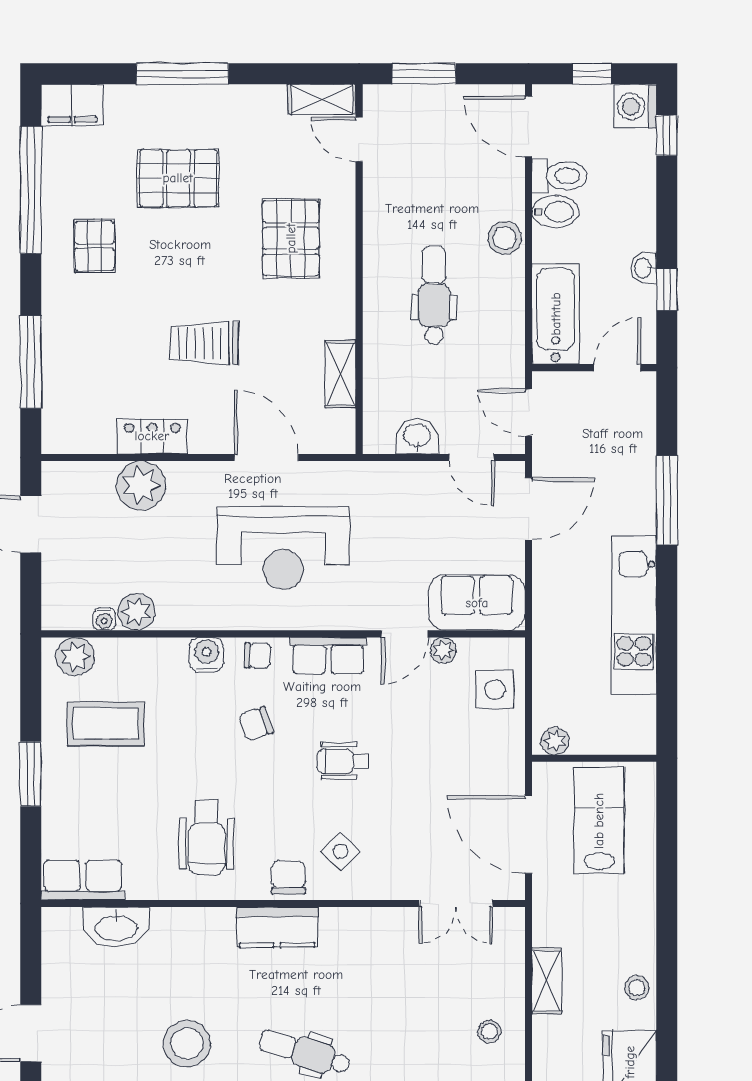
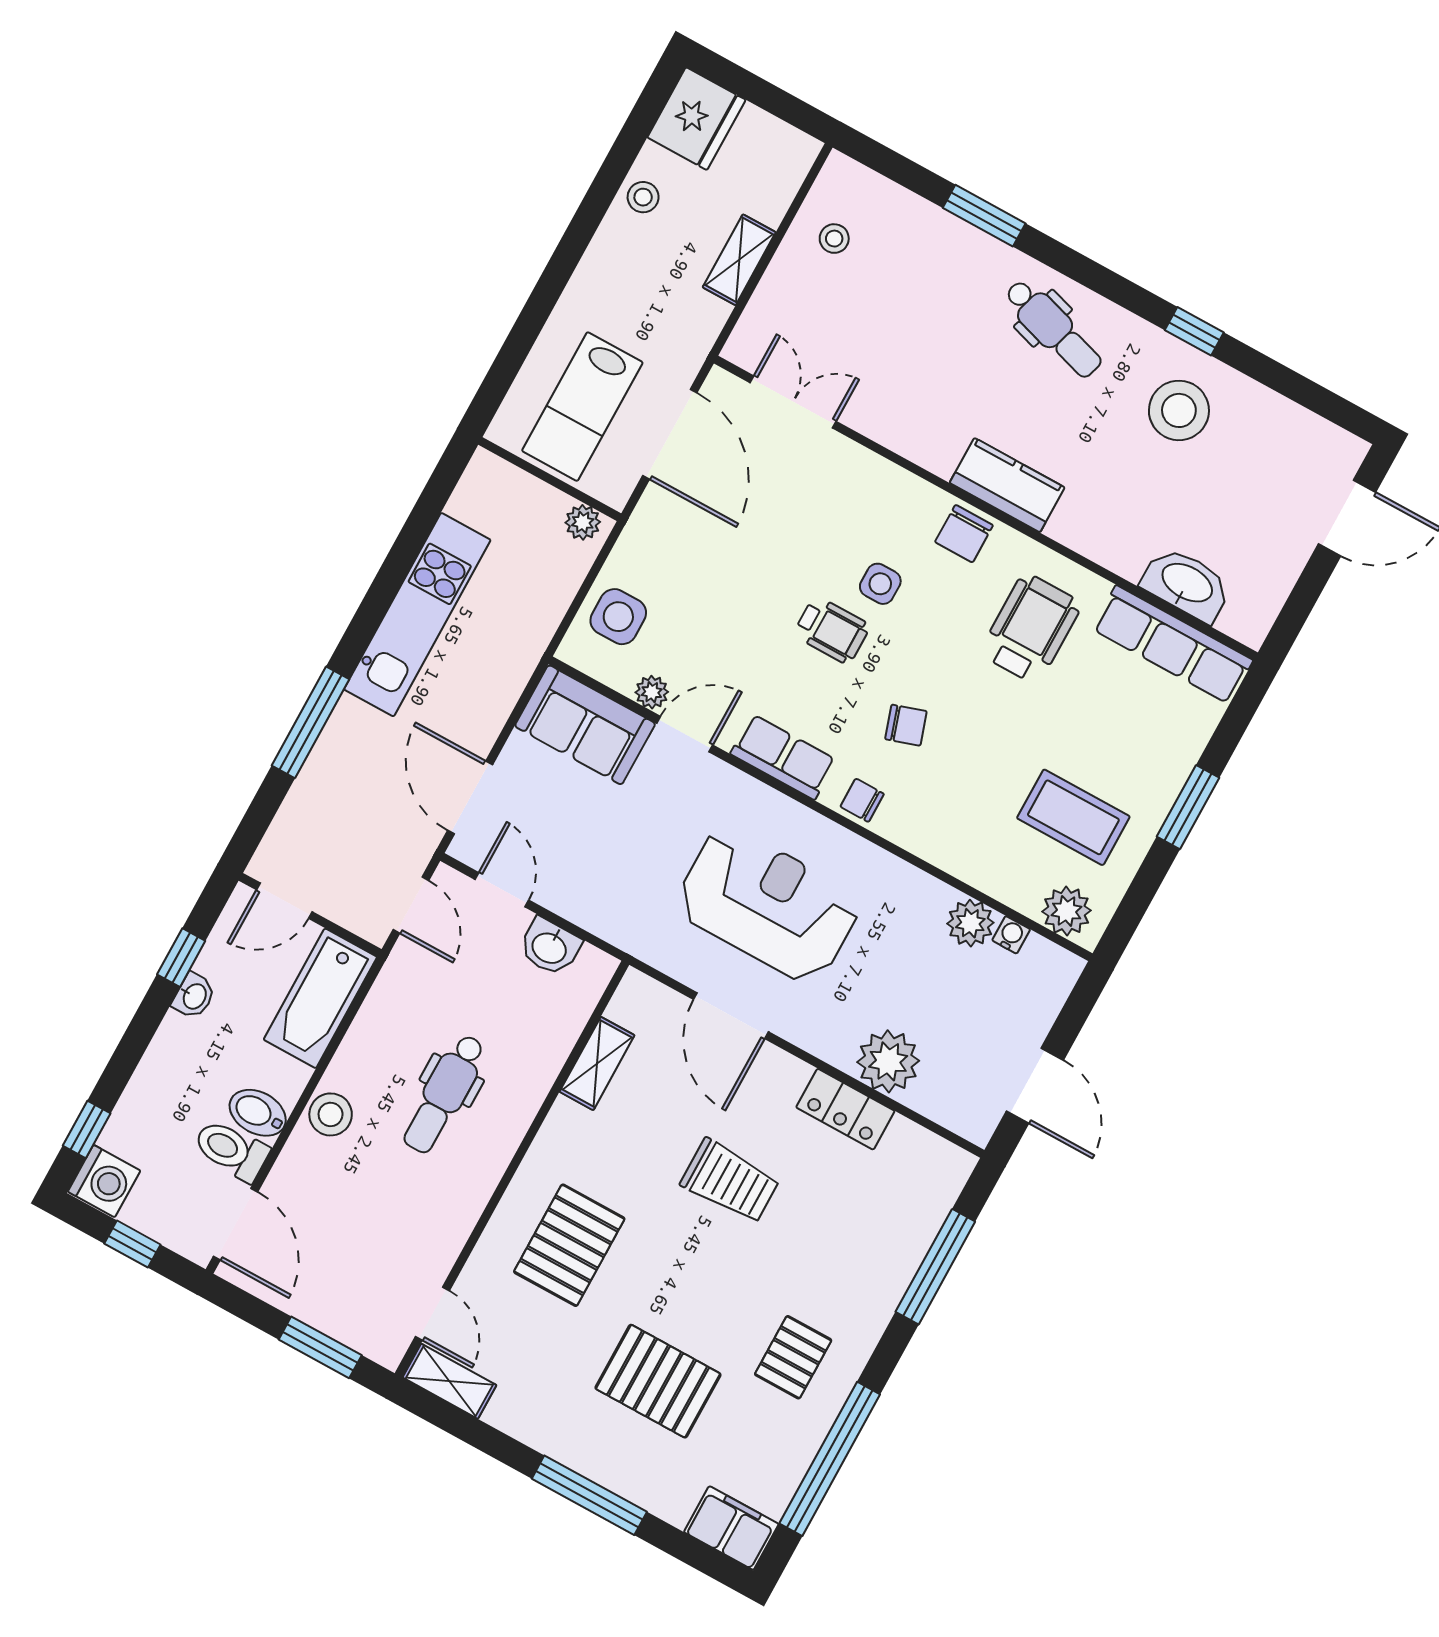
door: (528, 509) -> (470, 798), hinge flipped
water cooler: (207, 655) -> (919, 833), removed
side table: (341, 851) -> (880, 584), moved, turned 45
row of seats: (83, 880) -> (1173, 645), width x1.48

